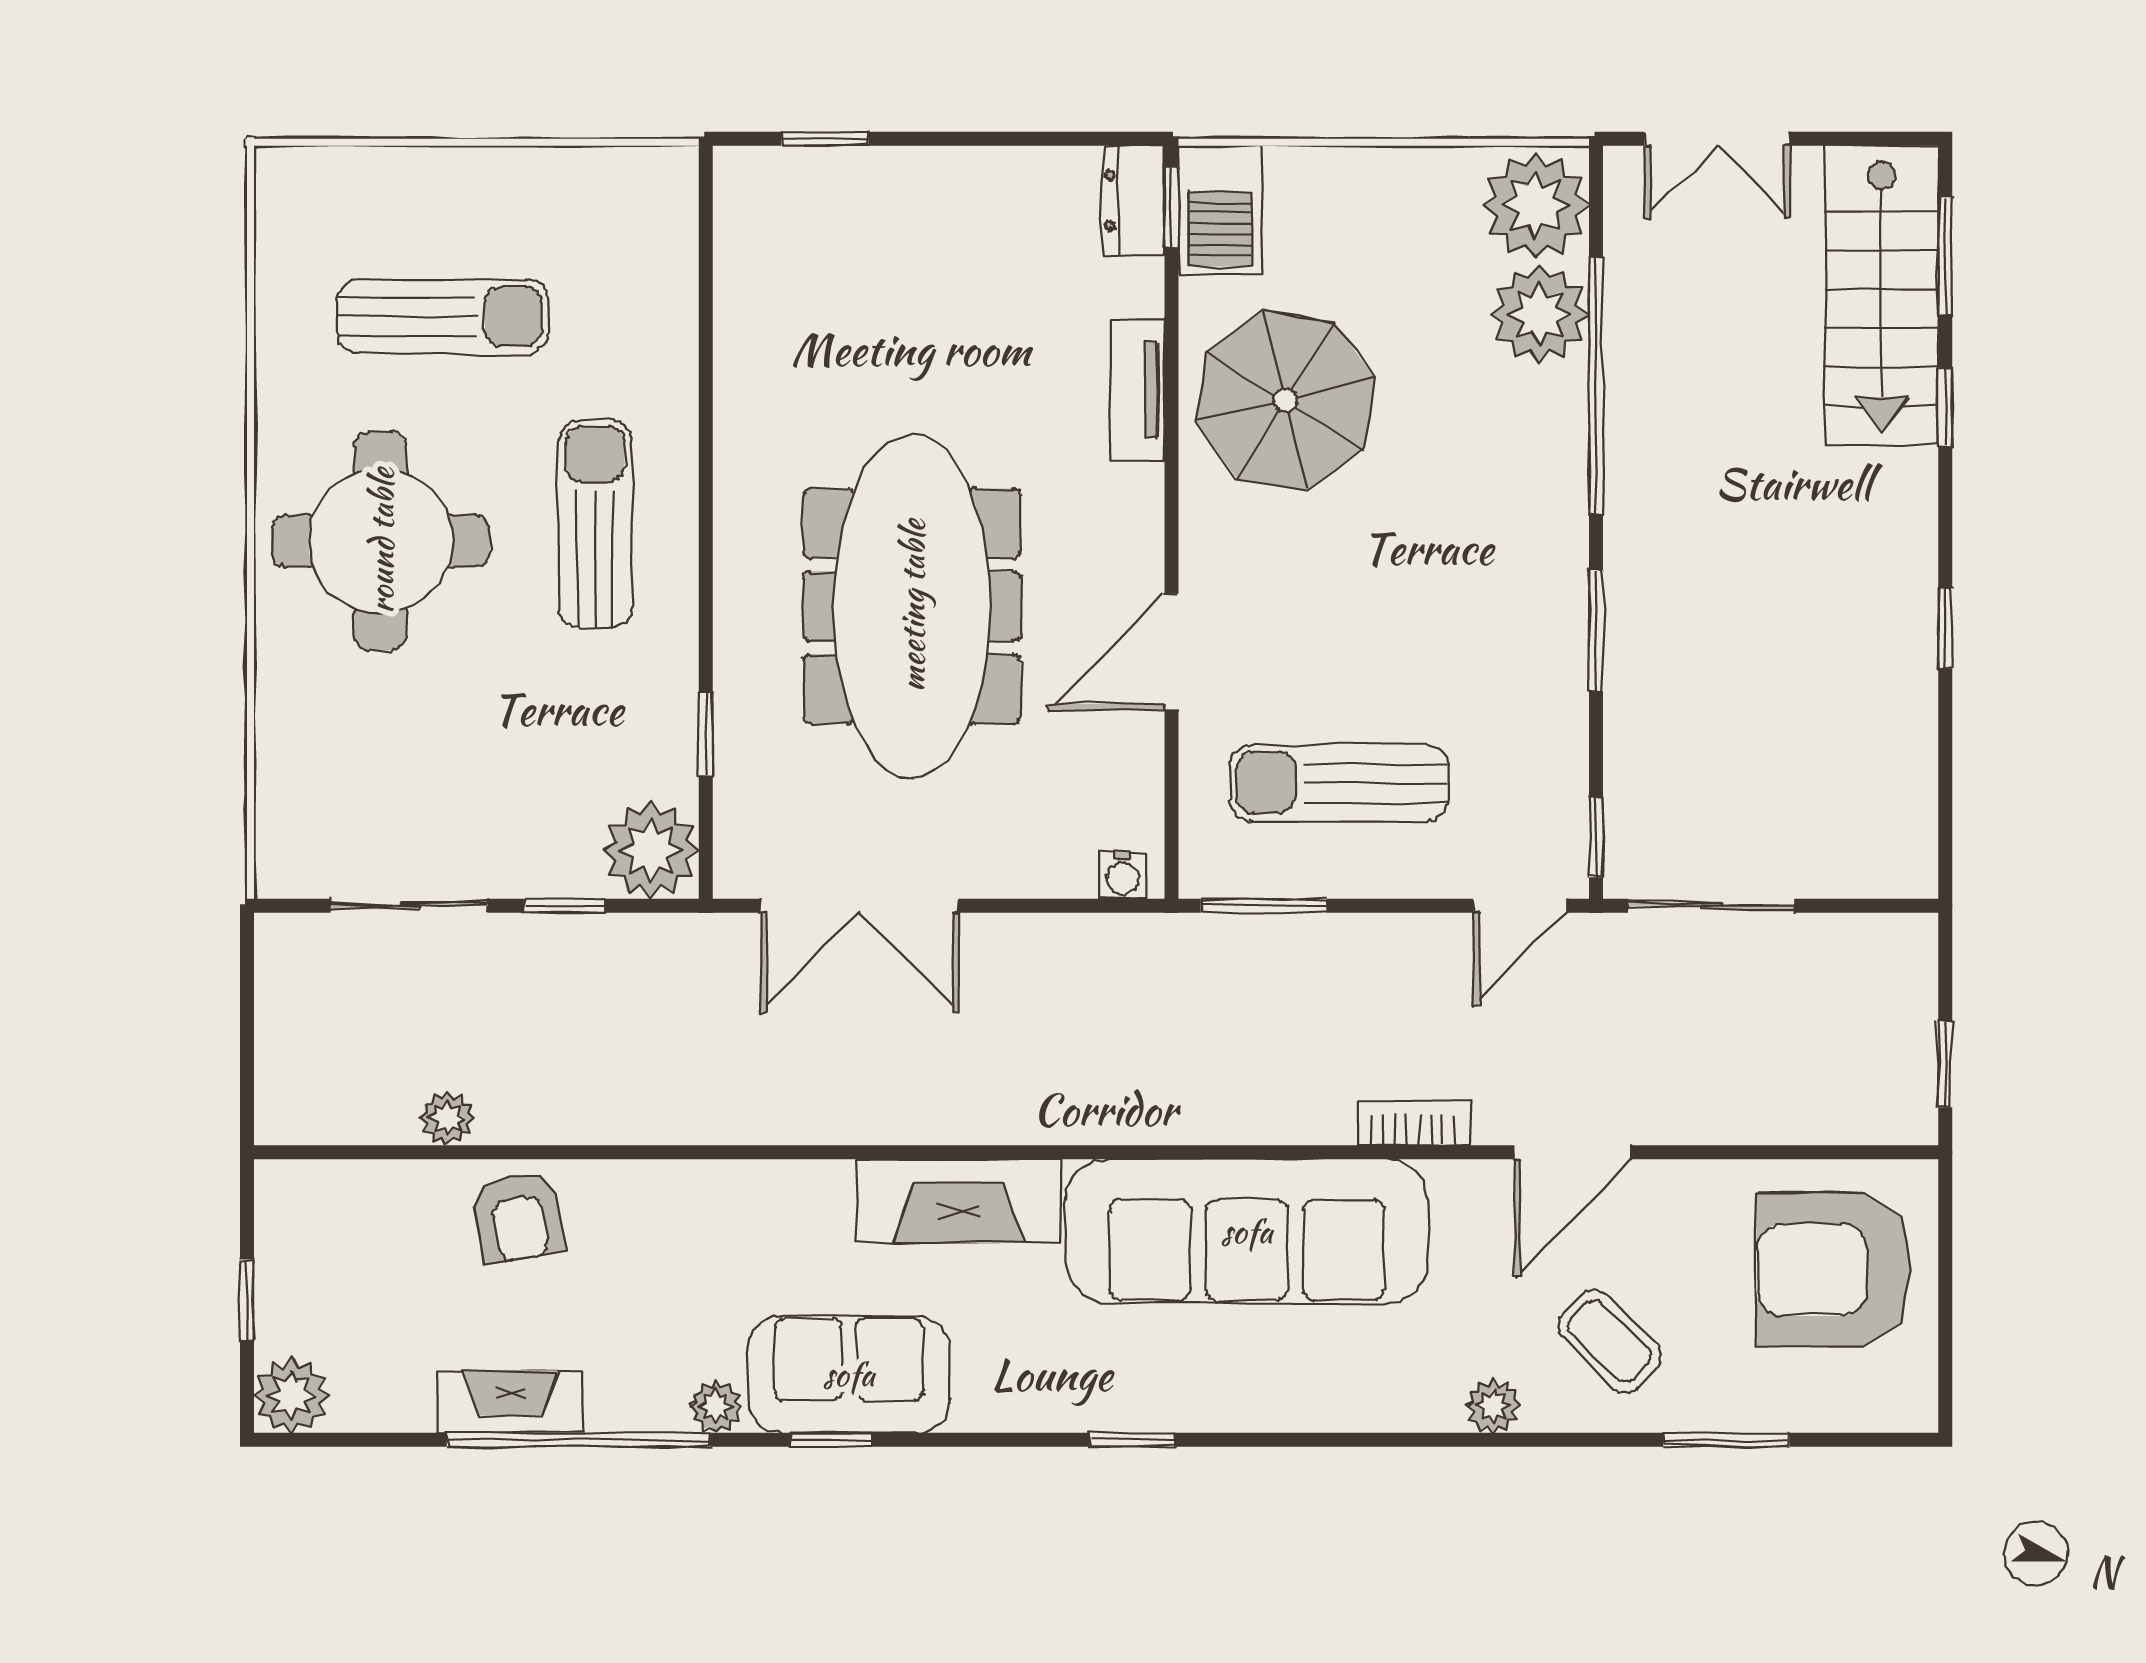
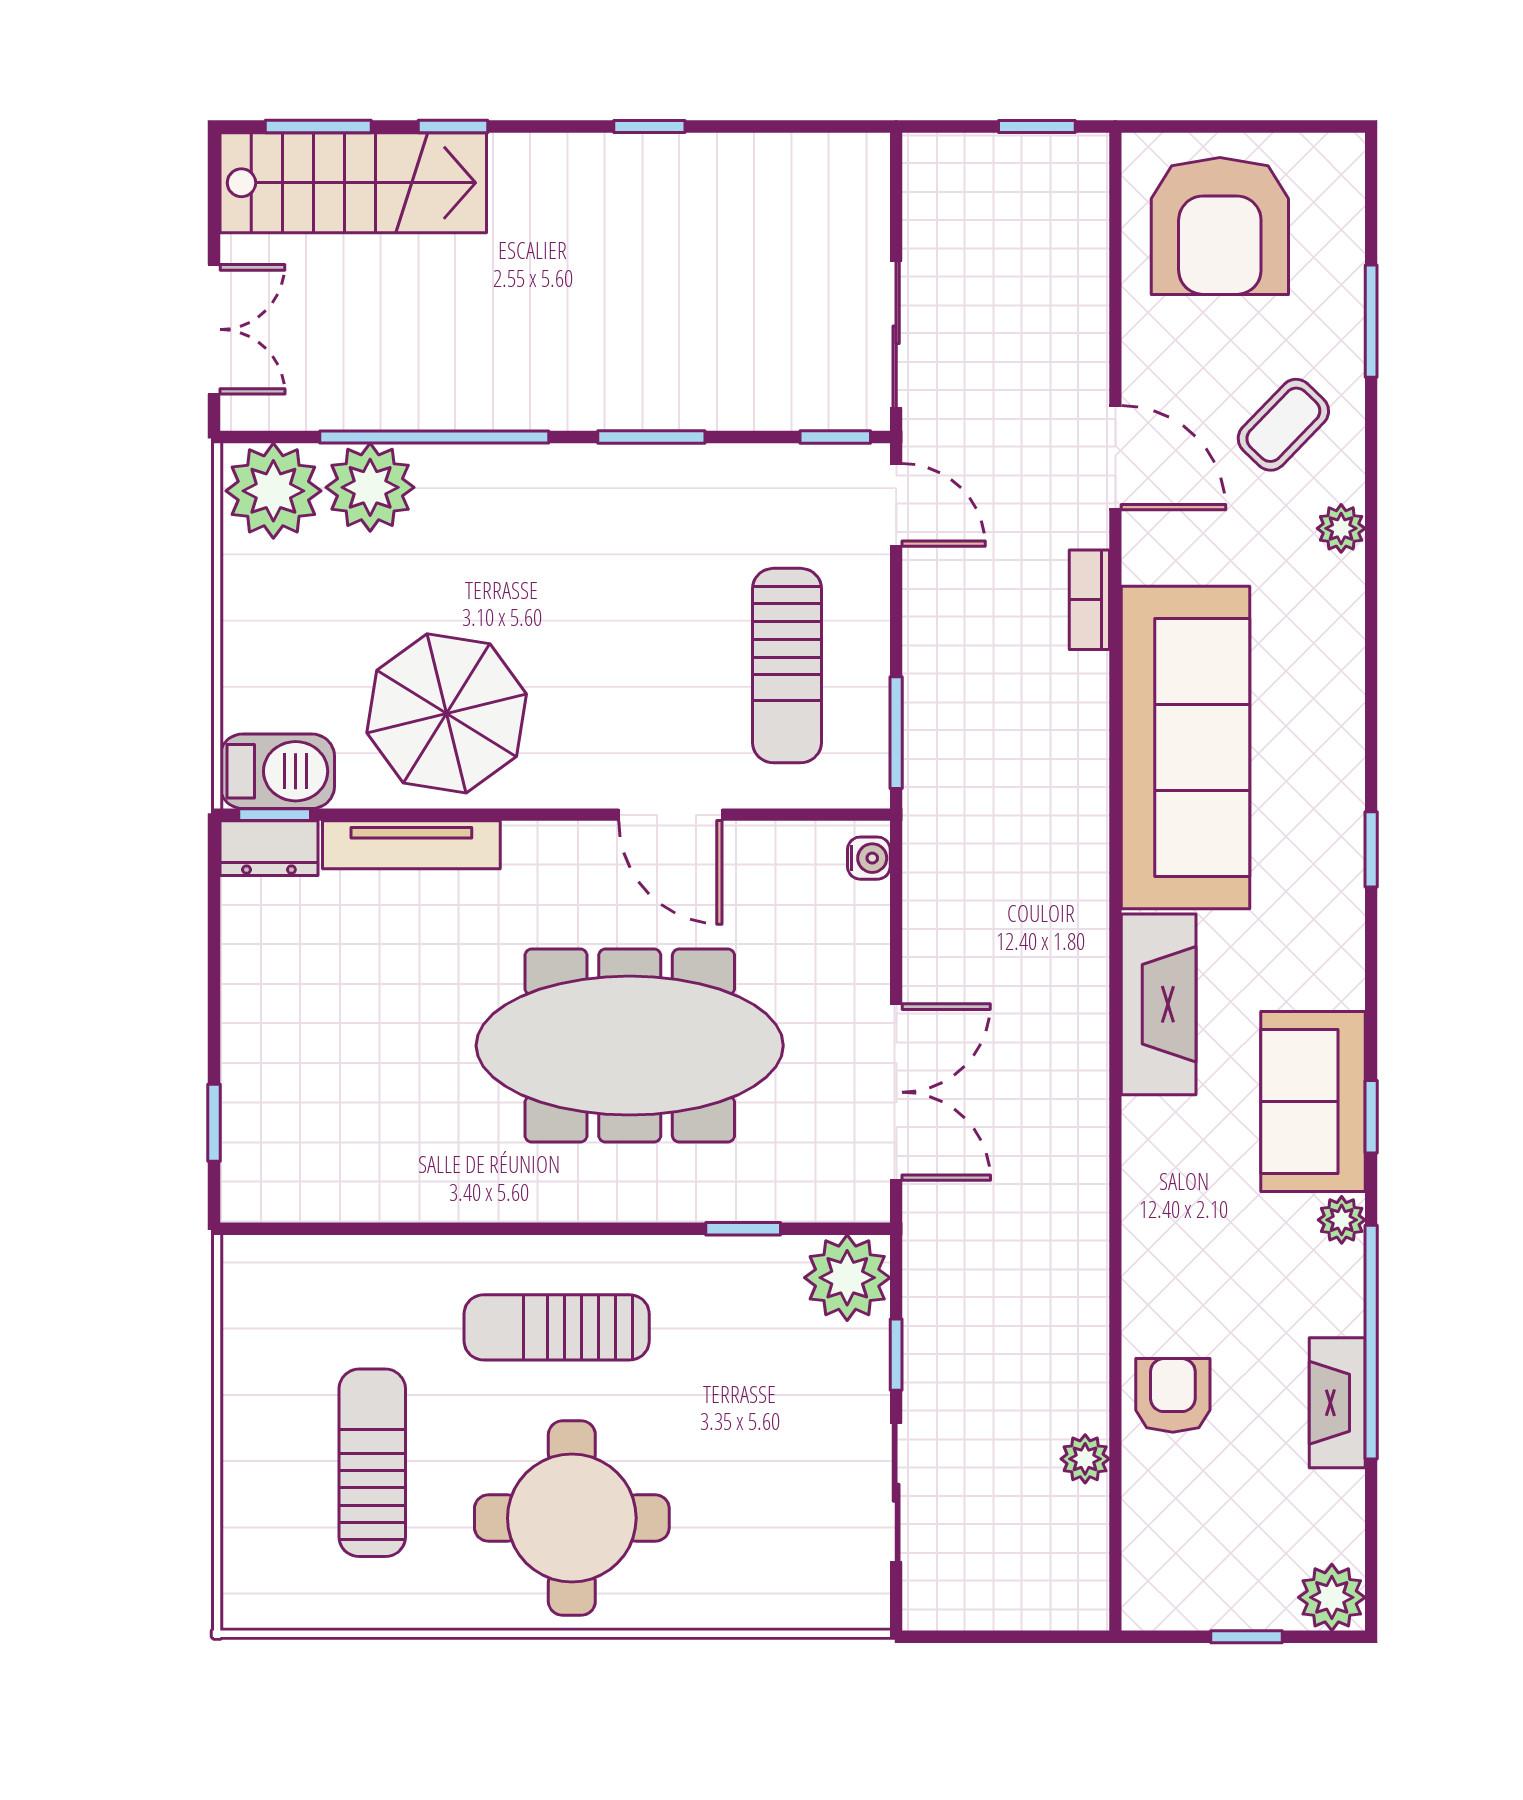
tv unit: (1138, 390) -> (411, 845), width x1.41
armchair: (518, 1217) -> (1173, 1395), turned -80

